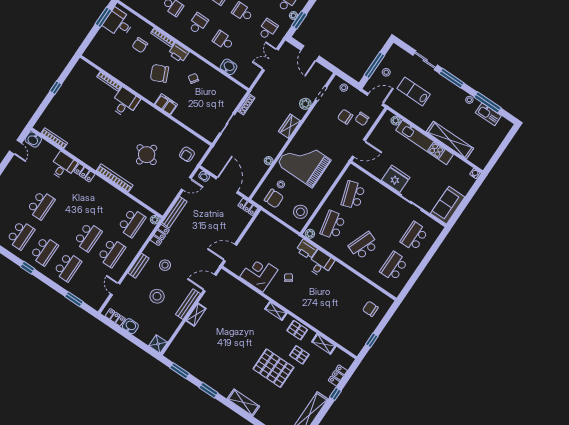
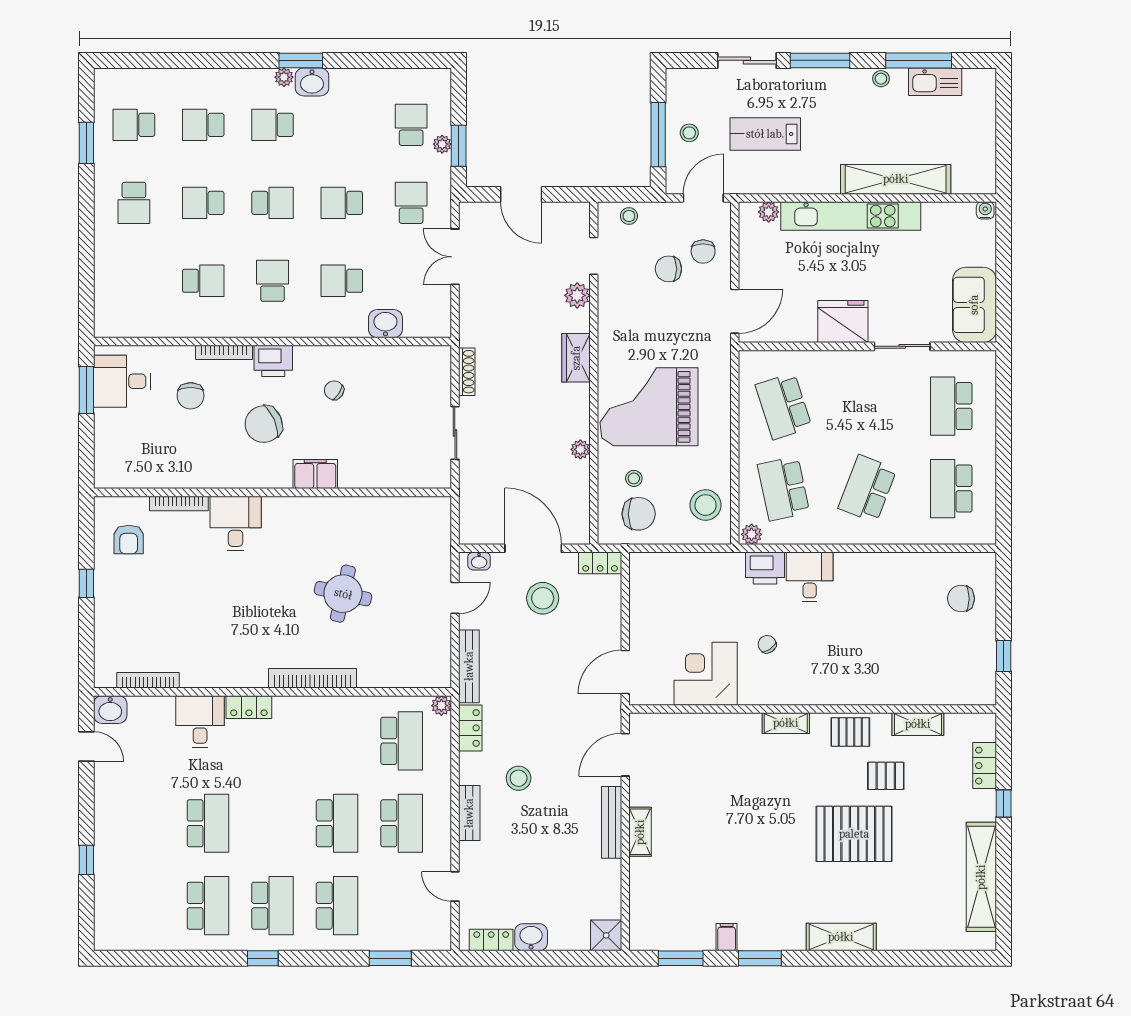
armchair: (187, 154) -> (129, 540), moved
stool: (157, 296) -> (543, 598), moved
filing cabinet: (202, 374) -> (727, 937), added

